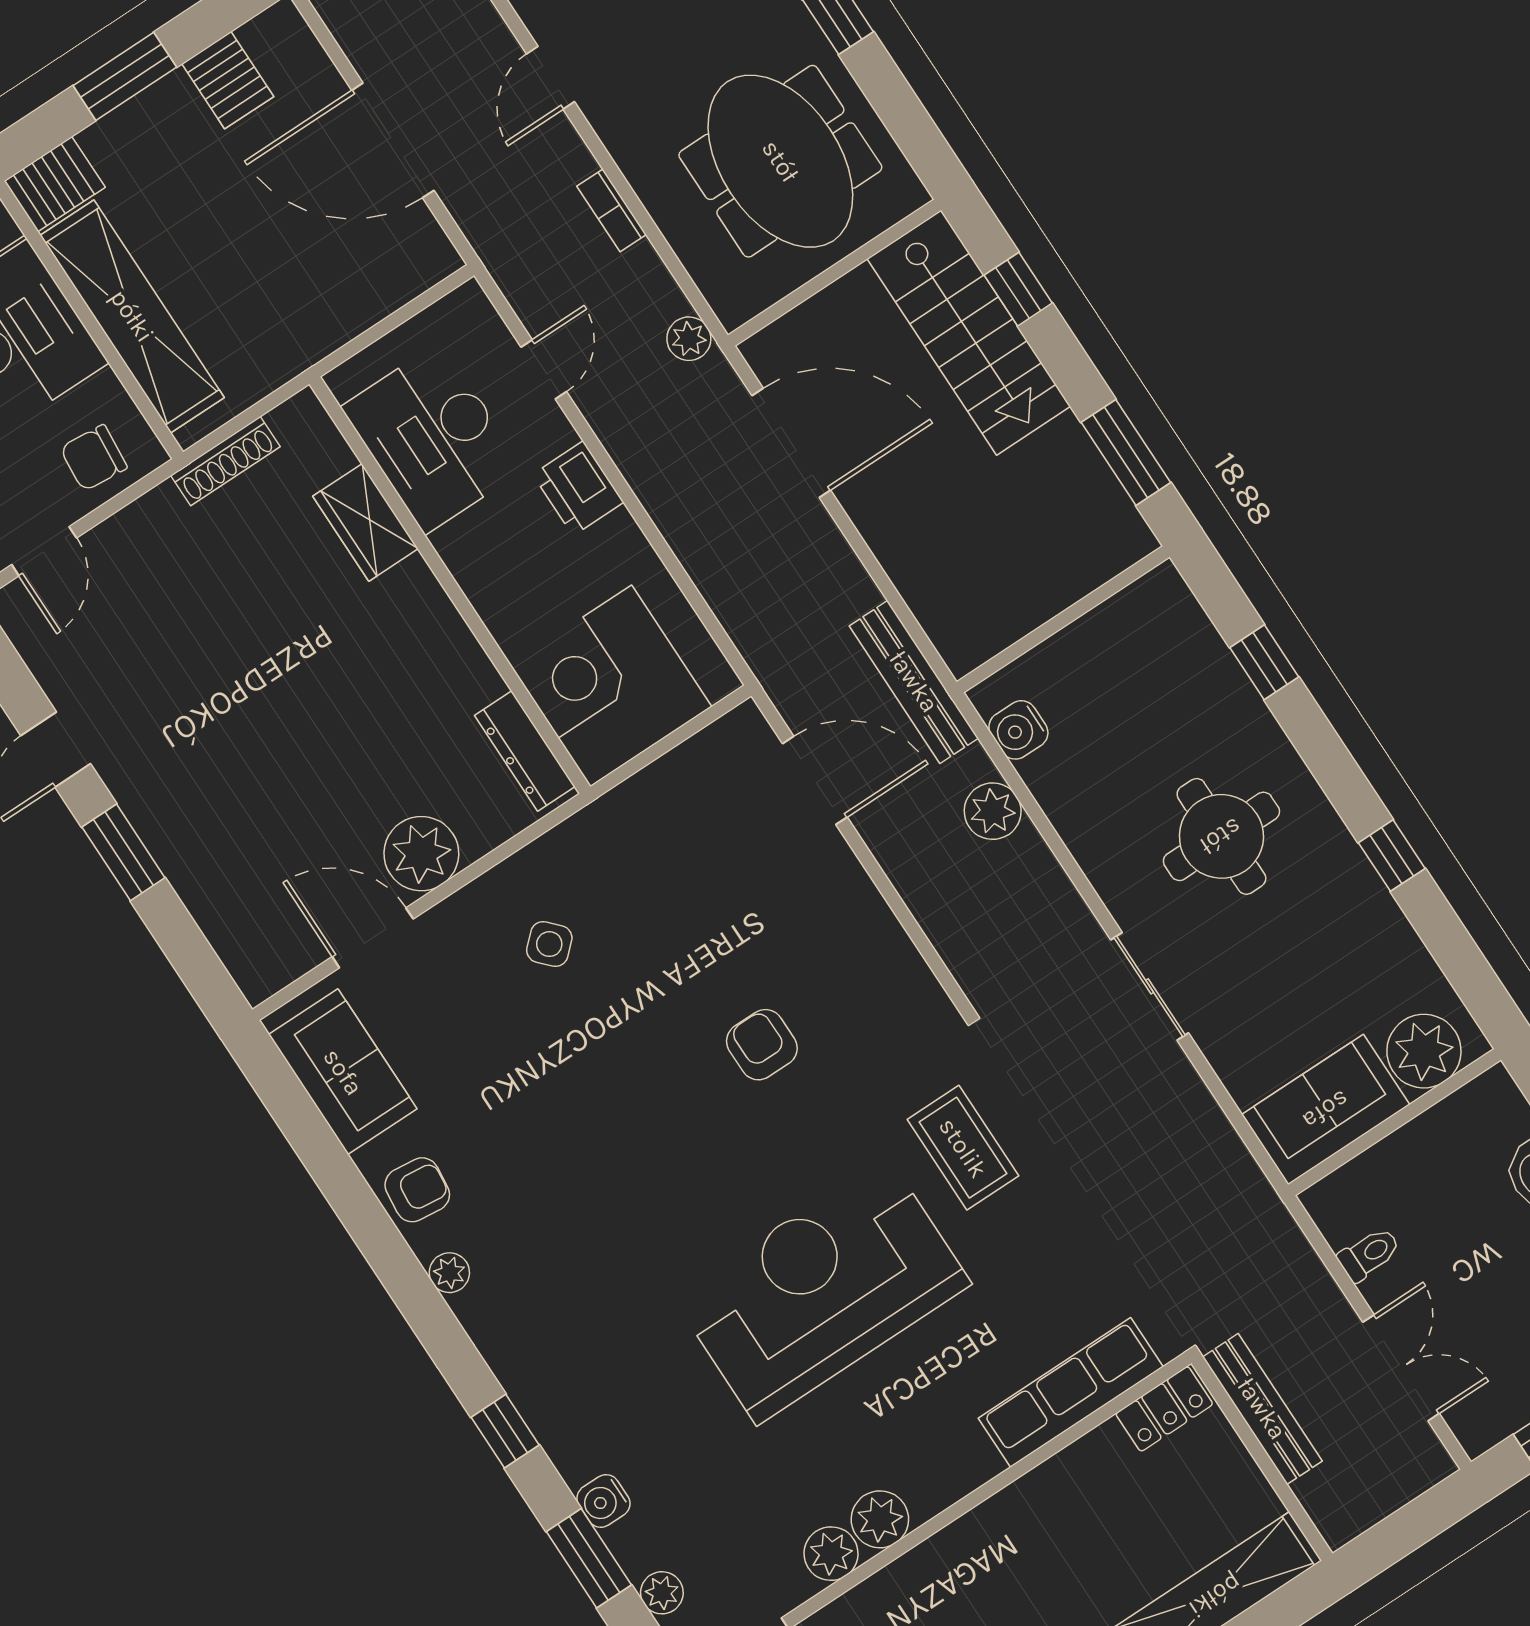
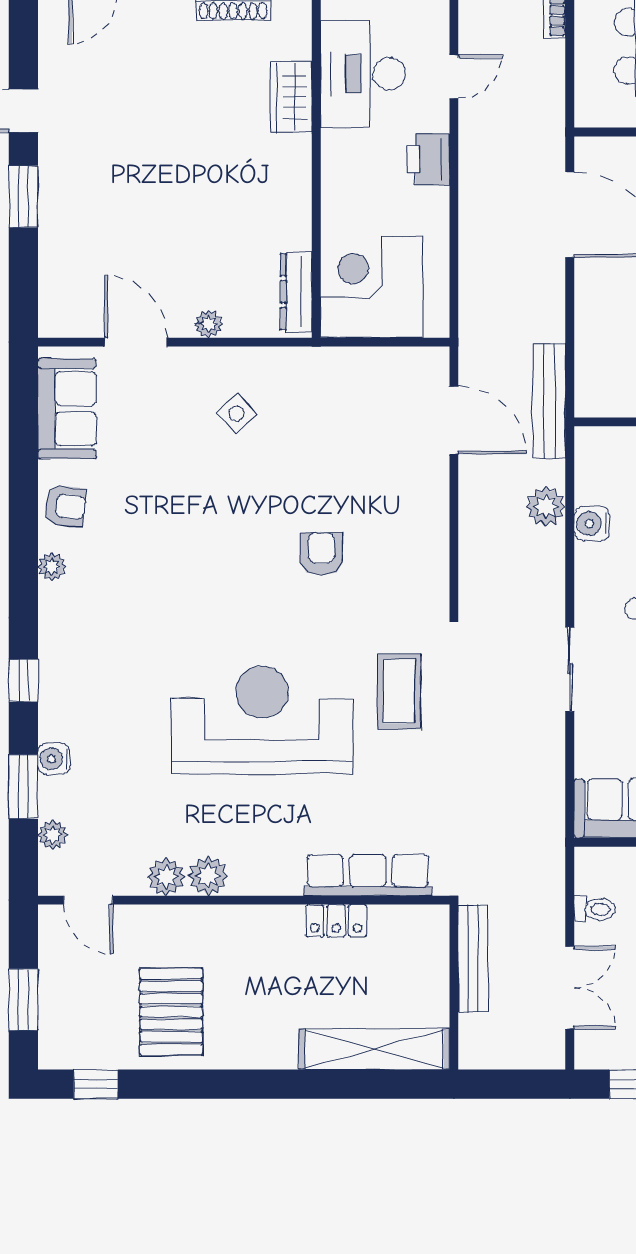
plant: (689, 339) -> (550, 115), removed
water cooler: (1018, 730) -> (592, 524), moved
plant: (421, 854) -> (209, 324), width x0.53, depth x0.53
locker: (1164, 1409) -> (336, 921), moved

